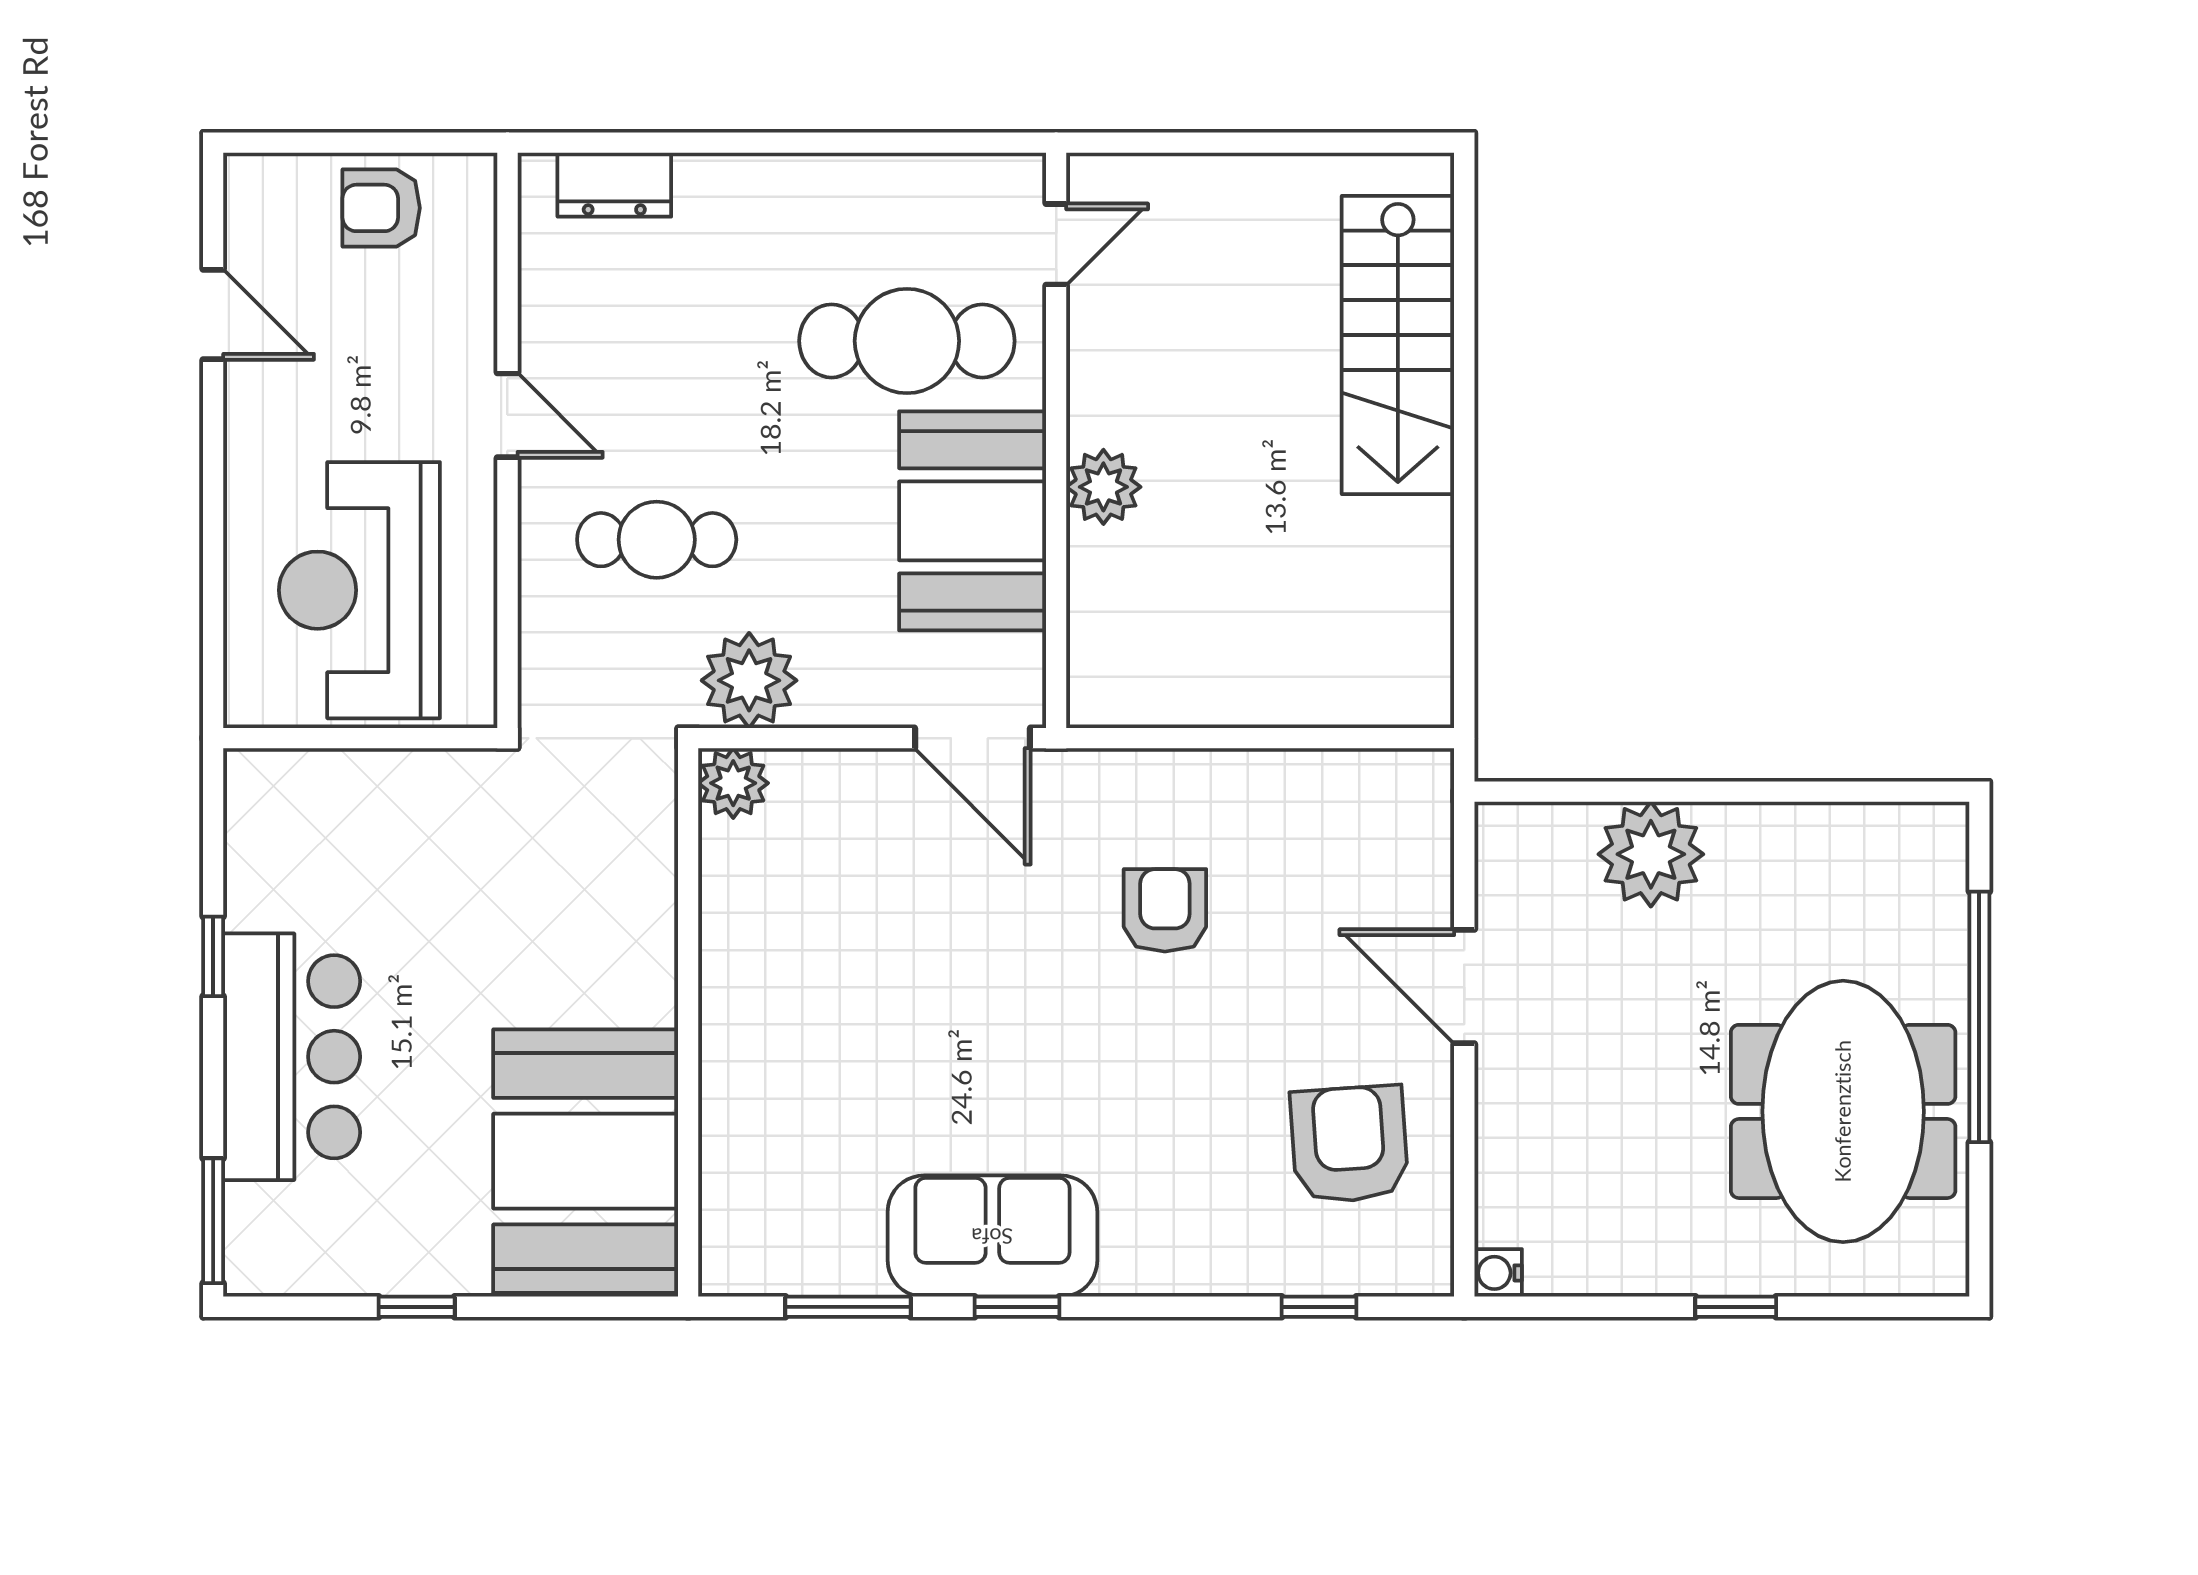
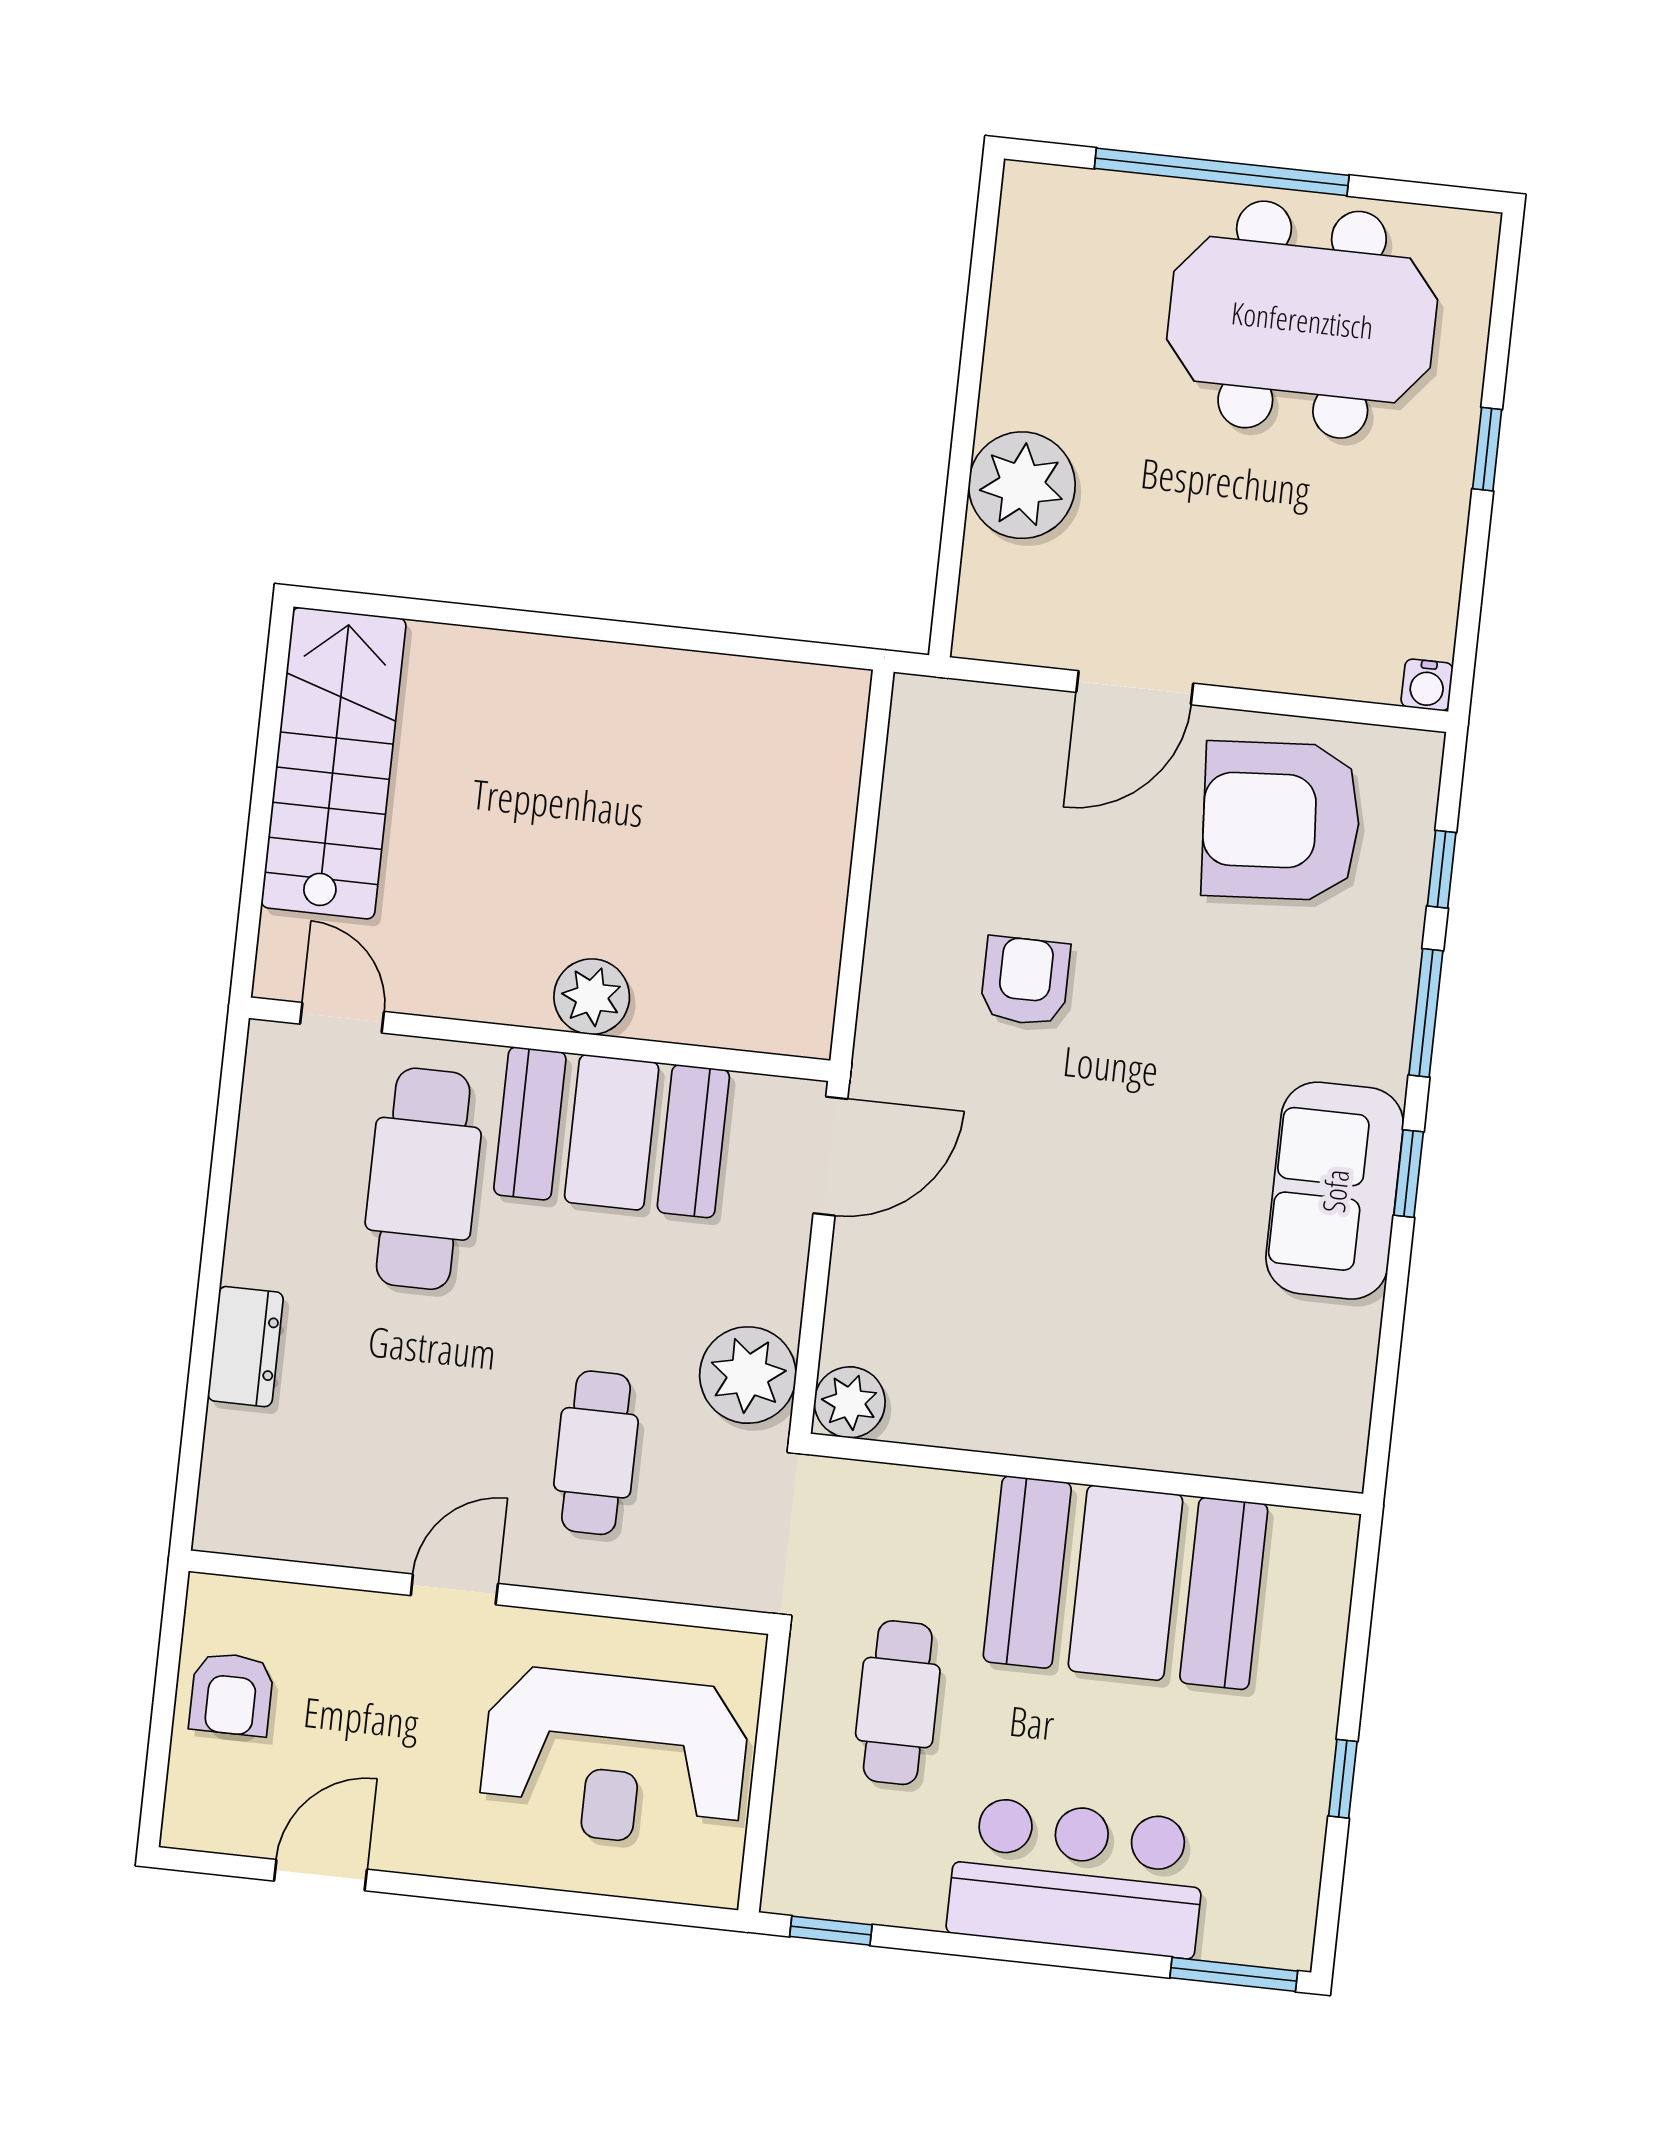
dresser: (614, 185) -> (245, 1347), moved
stairs: (1398, 345) -> (334, 763), moved, turned -90
cafe table: (444, 862) -> (898, 1703), added
armchair: (1165, 910) -> (1025, 981), turned 90
window: (213, 956) -> (831, 1931), moved
armchair: (1349, 1144) -> (1281, 821), width x1.36, depth x1.36
booth: (586, 1161) -> (1125, 1583), moved
window: (848, 1307) -> (1426, 1013), moved

